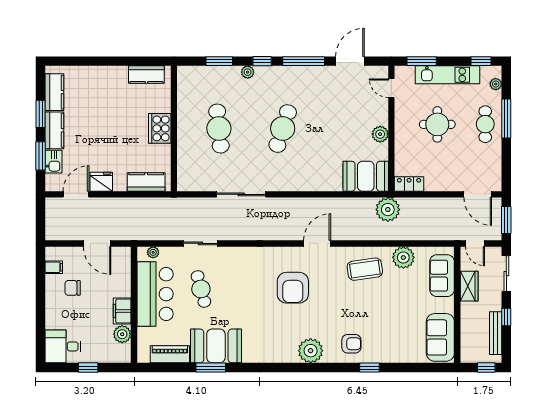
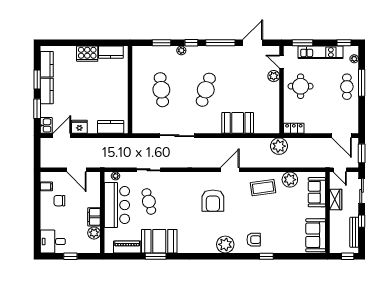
round table: (437, 124) -> (301, 86), moved
cooker: (160, 128) -> (87, 54), moved, turned -90
plant: (380, 134) -> (274, 76), moved
kitchen sink: (54, 162) -> (46, 125), moved
booth: (366, 176) -> (238, 123), moved

